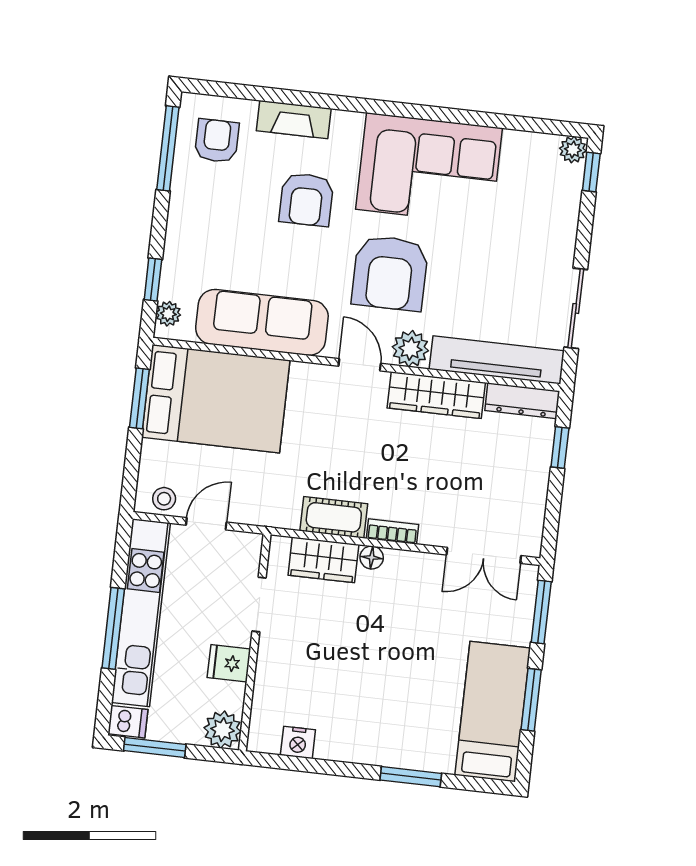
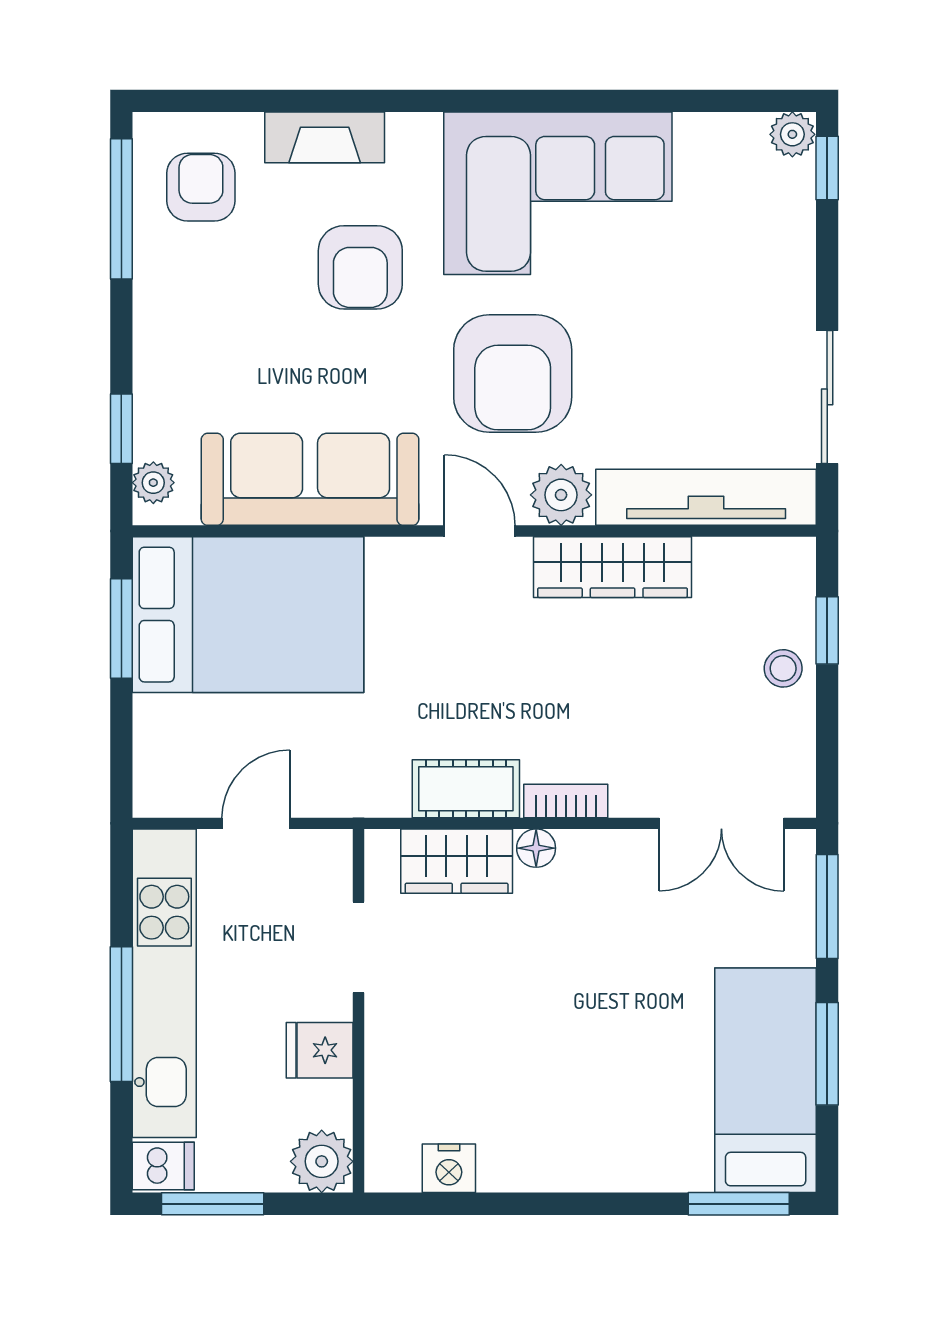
dresser: (522, 401) -> (756, 560), removed
stool: (164, 499) -> (783, 668), moved
window: (411, 777) -> (739, 1204), moved

